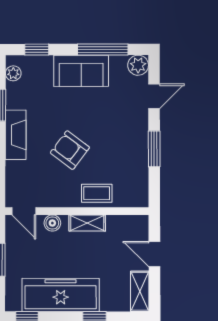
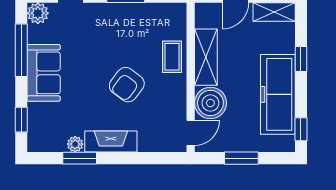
plant: (13, 73) -> (75, 144), moved
boiler: (52, 223) -> (210, 103), width x1.86, depth x1.86
shelving: (87, 223) -> (206, 57), width x1.50, depth x1.33

